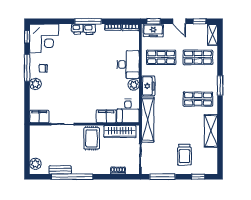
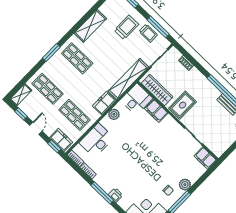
printer: (90, 29) -> (107, 186), removed
desk: (128, 64) -> (96, 140), moved
trolley: (165, 166) -> (148, 33), added

